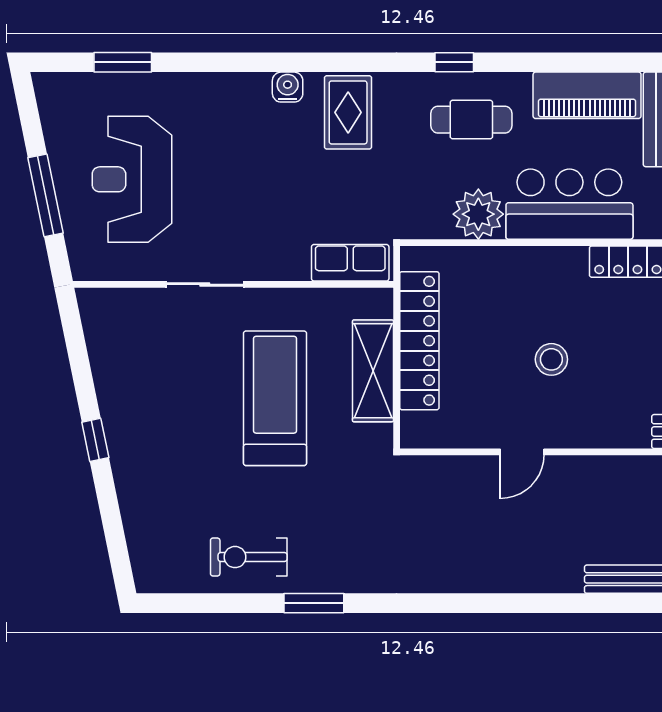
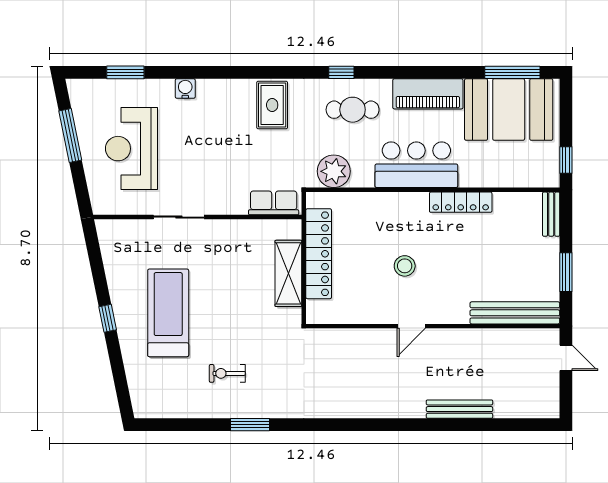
water cooler: (288, 87) -> (185, 89), moved
window: (46, 195) -> (70, 135), moved
plant: (478, 214) -> (334, 171), moved
treadmill: (275, 398) -> (168, 313), moved
door: (522, 452) -> (411, 326), moved
exercise bike: (249, 557) -> (227, 373), moved, width x0.73, depth x0.72

